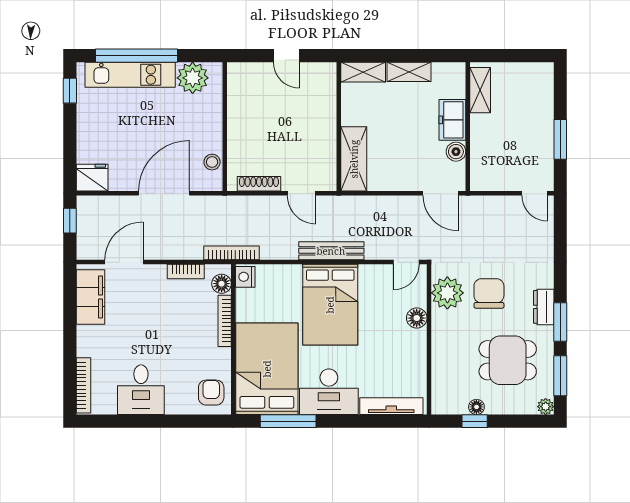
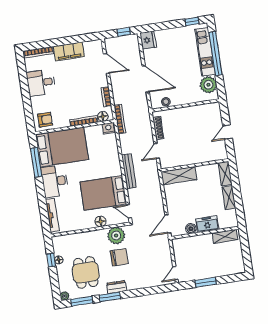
filing cabinet: (91, 297) -> (69, 51), moved
bed: (330, 305) -> (103, 193), moved

